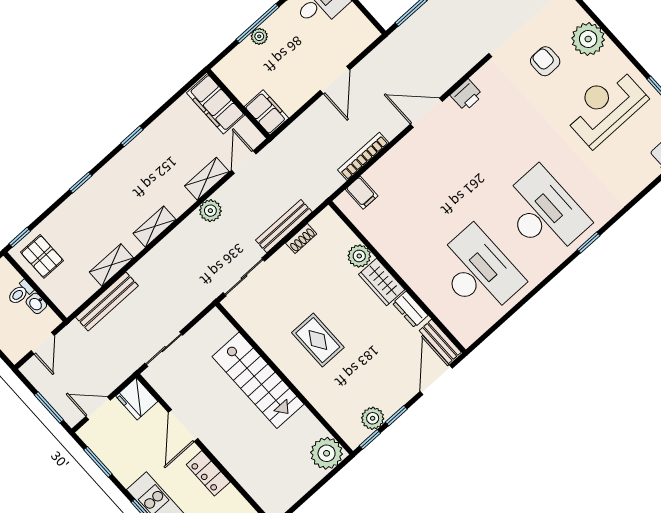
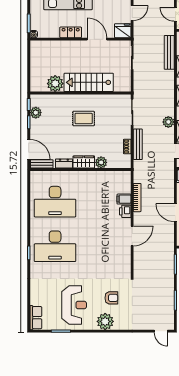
printer: (467, 95) -> (125, 211), moved
filing cabinet: (362, 193) -> (124, 199), moved
plant: (327, 453) -> (55, 84), moved

